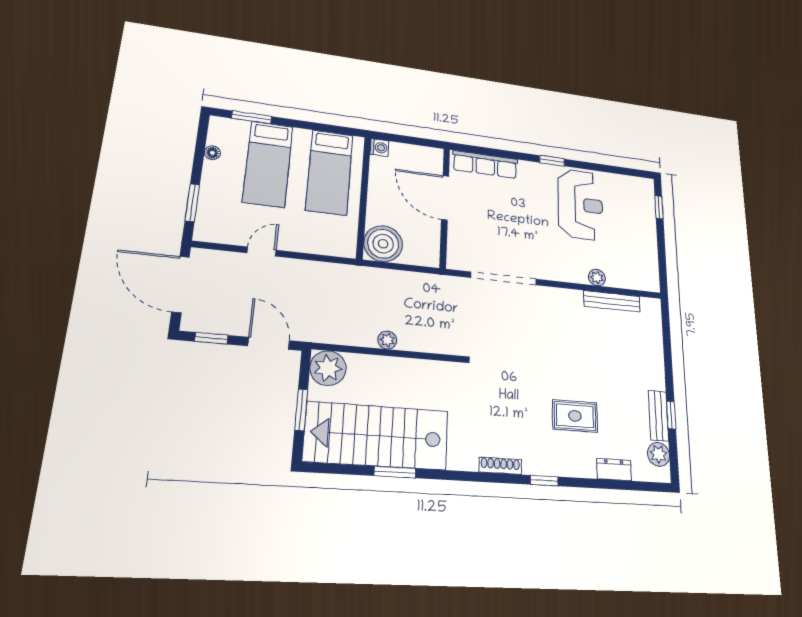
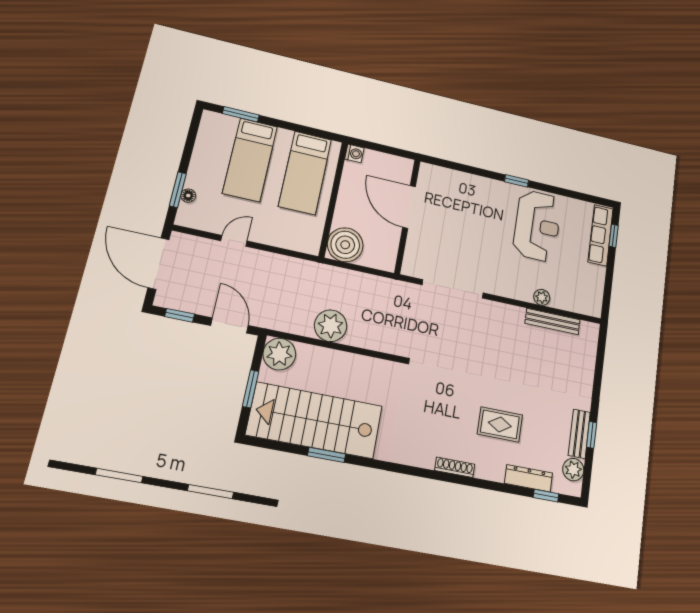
floor lamp: (212, 153) -> (188, 196), moved
row of seats: (485, 164) -> (601, 235), moved, turned 90
plant: (387, 340) -> (331, 326), width x1.87, depth x1.87
shoe rack: (500, 466) -> (455, 467), moved
dresser: (614, 470) -> (529, 478), width x1.44
window: (544, 481) -> (546, 496), moved

